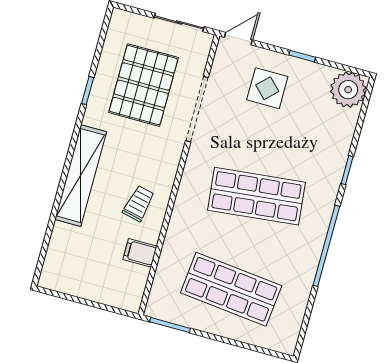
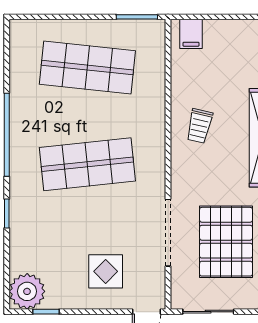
window: (302, 56) -> (46, 312), moved
filing cabinet: (140, 253) -> (191, 34), moved, turned 90

